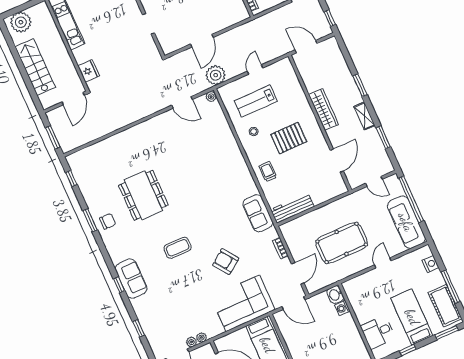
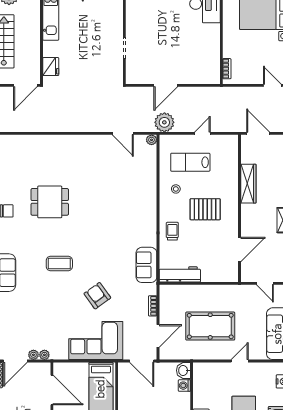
wardrobe: (324, 109) -> (248, 184), moved
dining table: (143, 195) -> (50, 202), width x0.73

